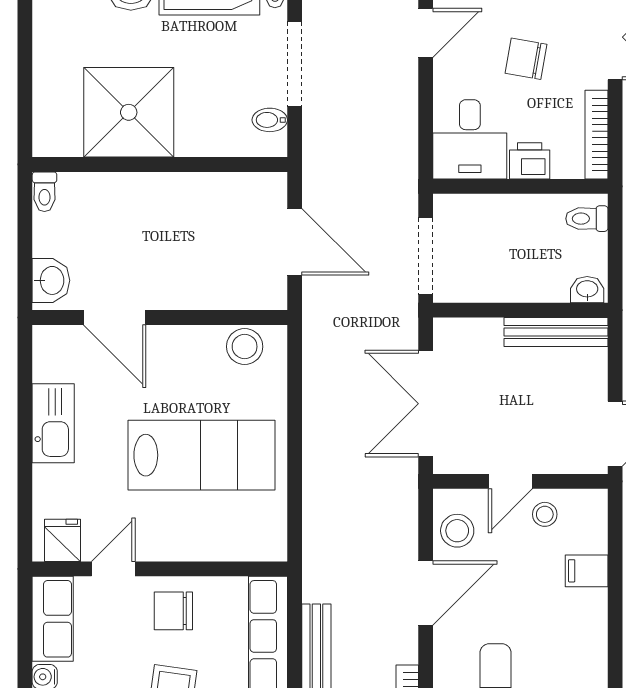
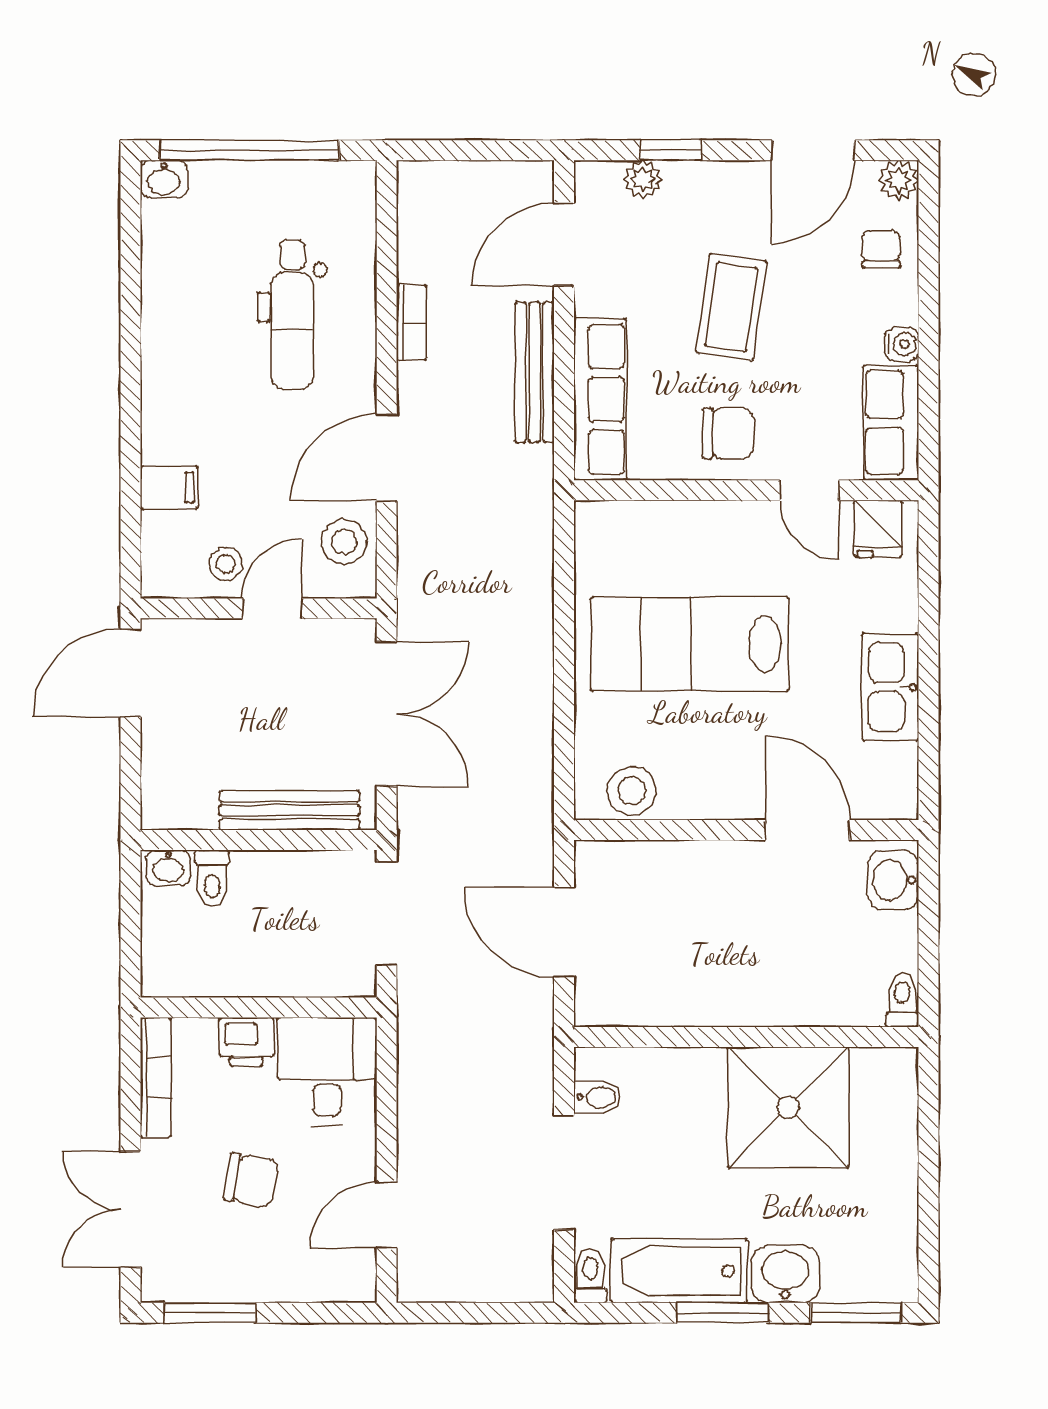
toilet: (587, 219) -> (212, 878), moved, turned 90
bench: (556, 332) -> (290, 810), moved
door: (113, 569) -> (809, 490), hinge flipped

